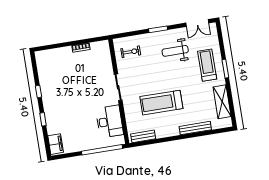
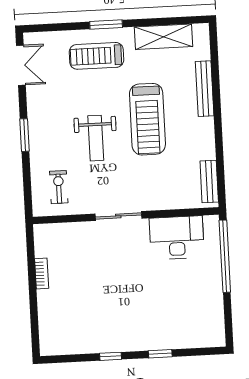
weight bench: (175, 51) -> (96, 138), moved
treadmill: (161, 103) -> (147, 119), moved
filing cabinet: (56, 144) -> (206, 336), removed

